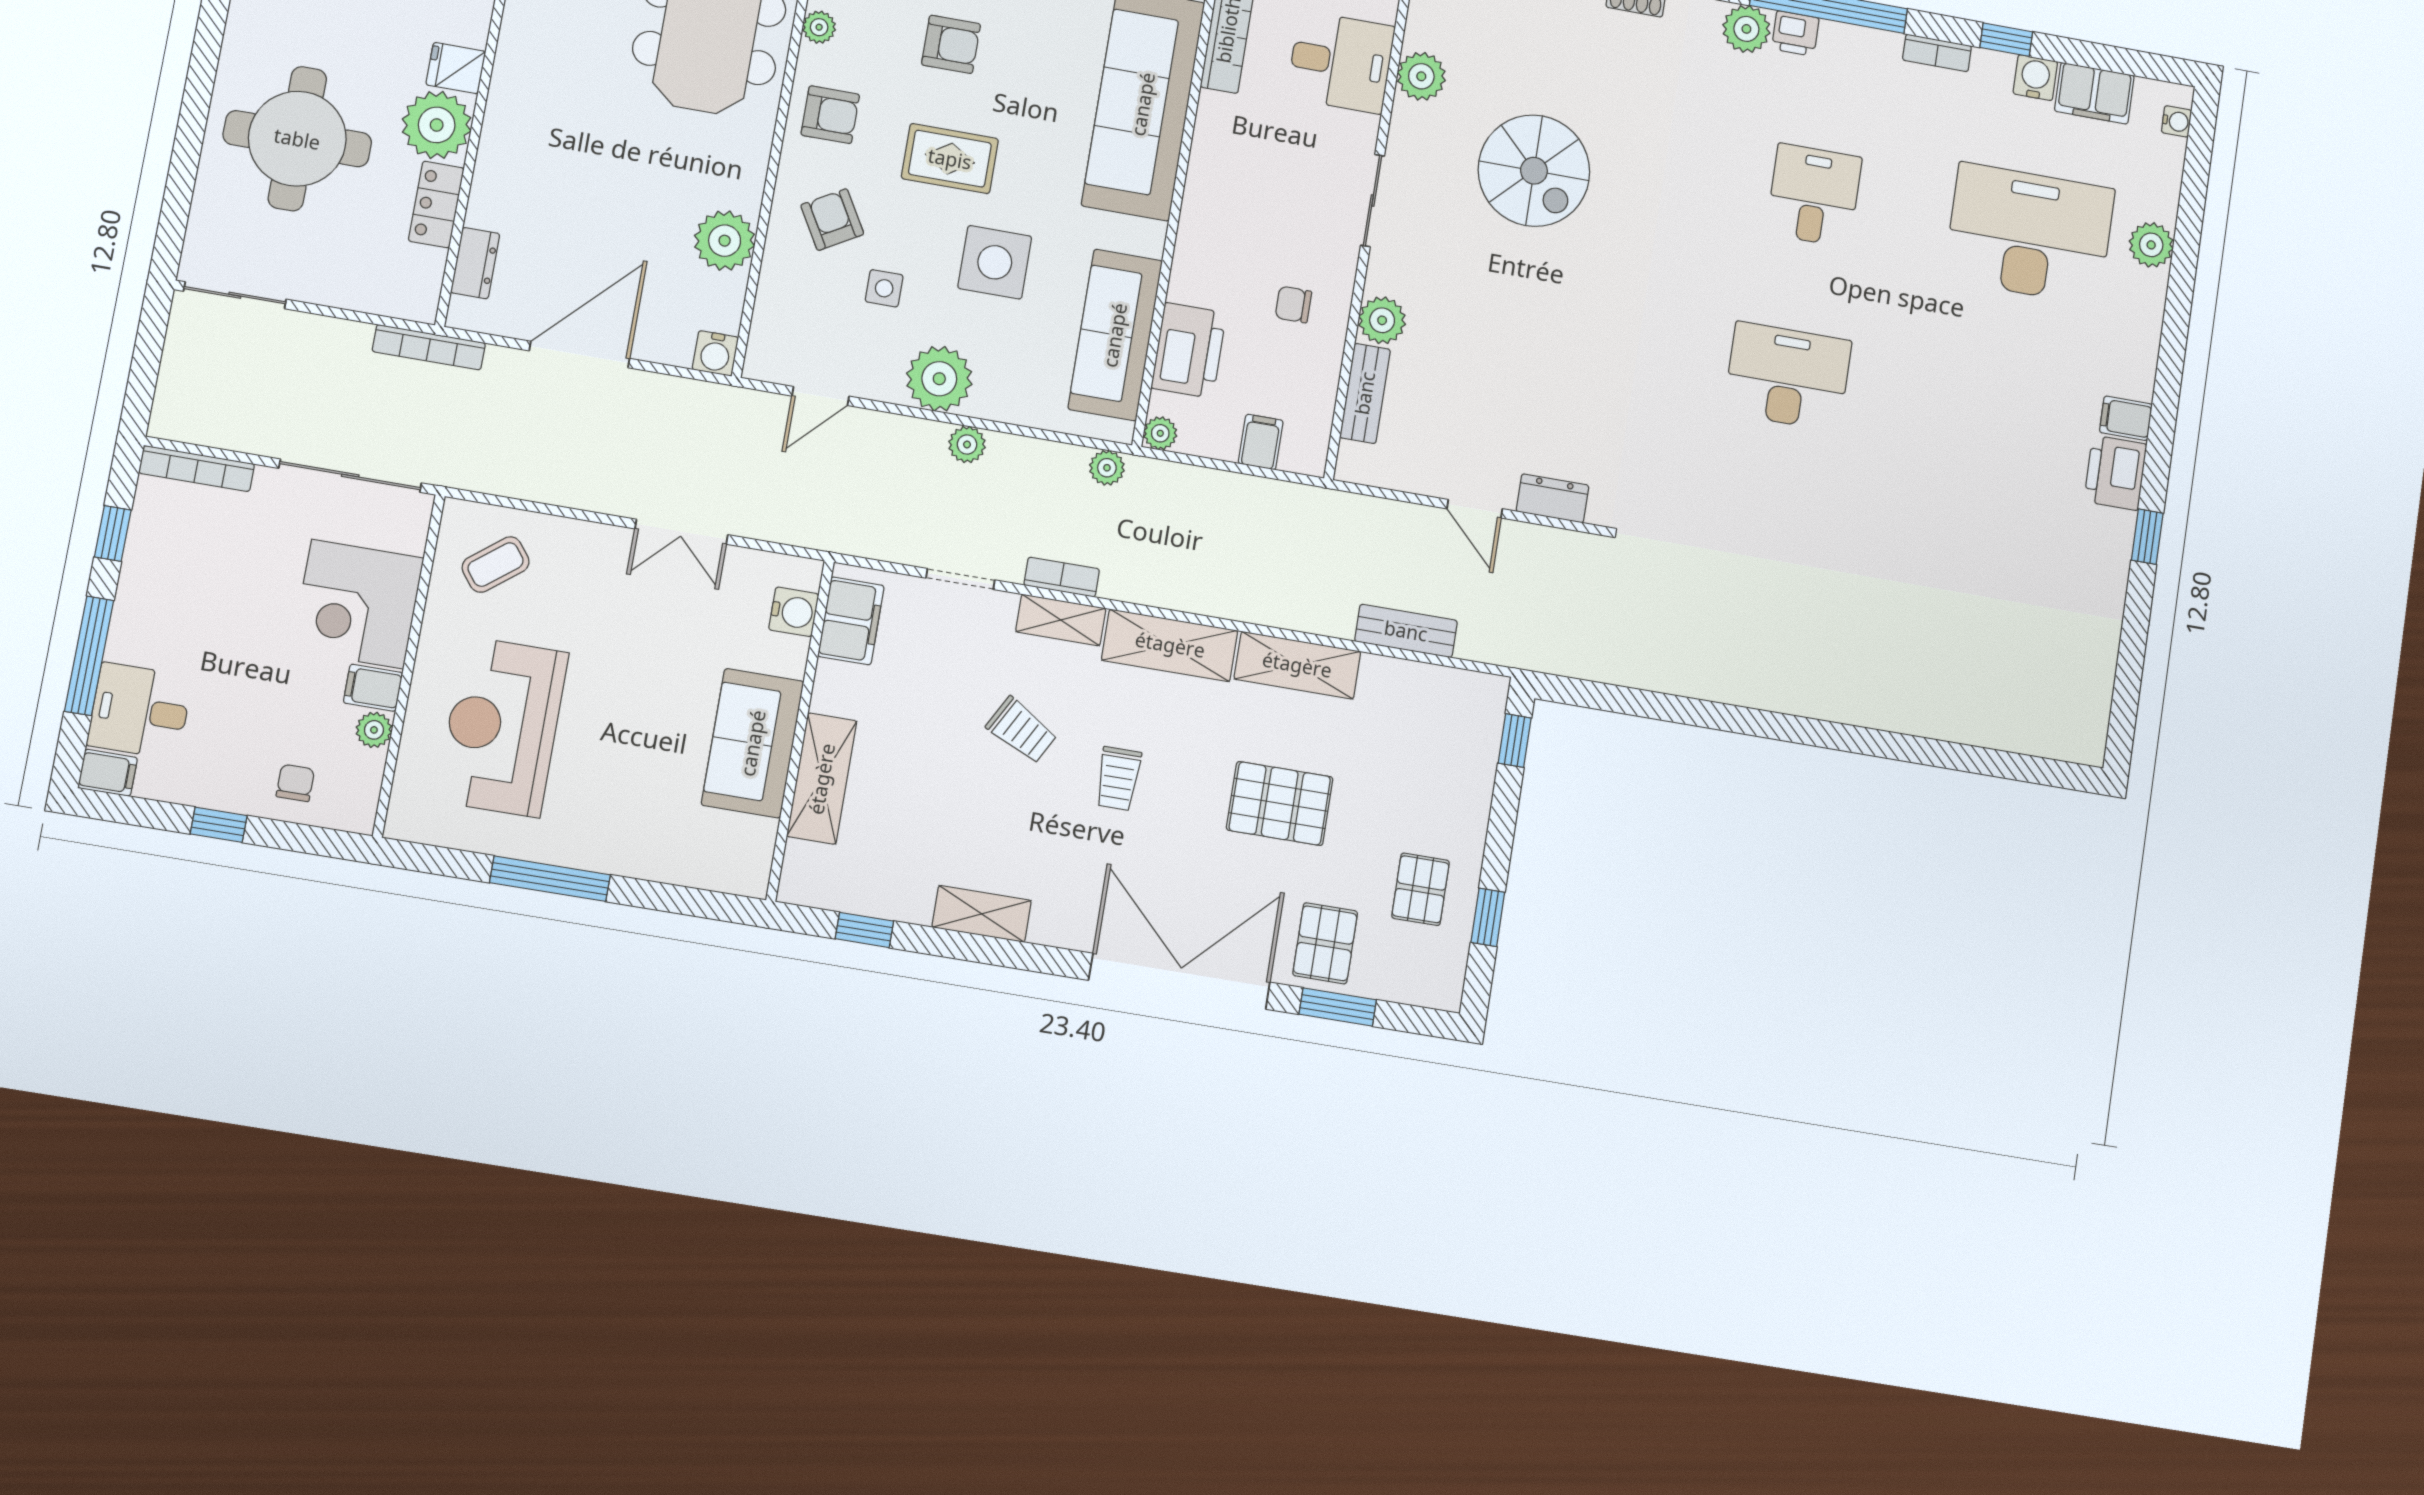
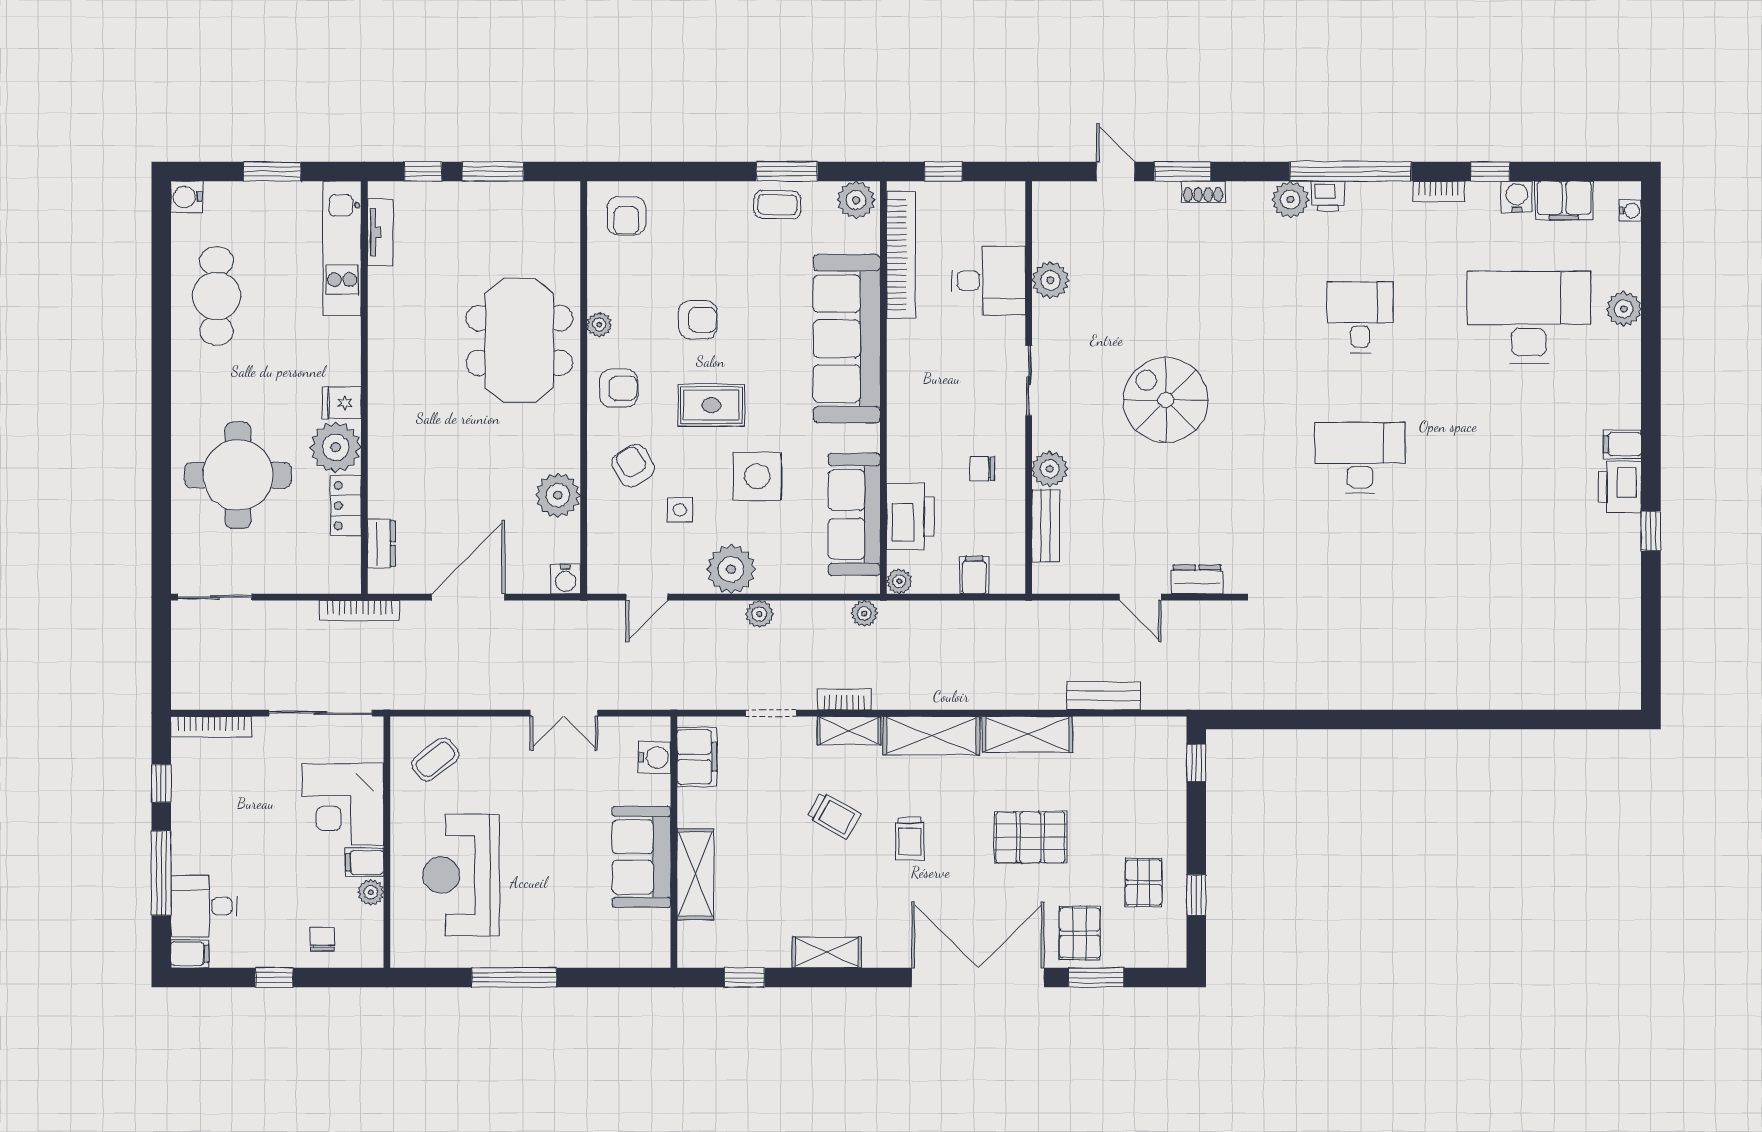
spiral stairs: (1534, 171) -> (1166, 400), moved, turned 180

